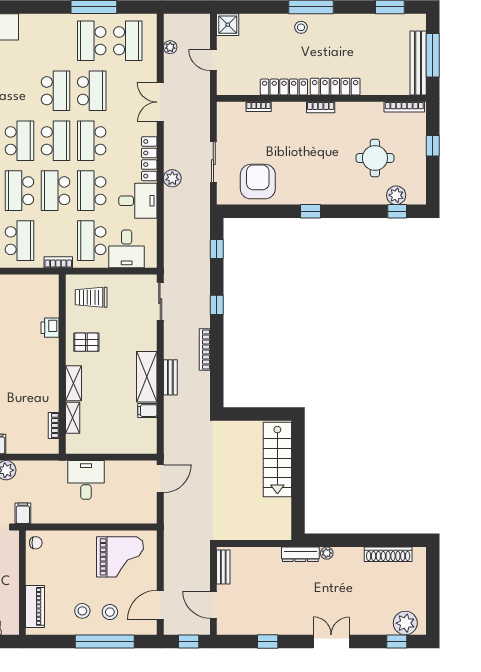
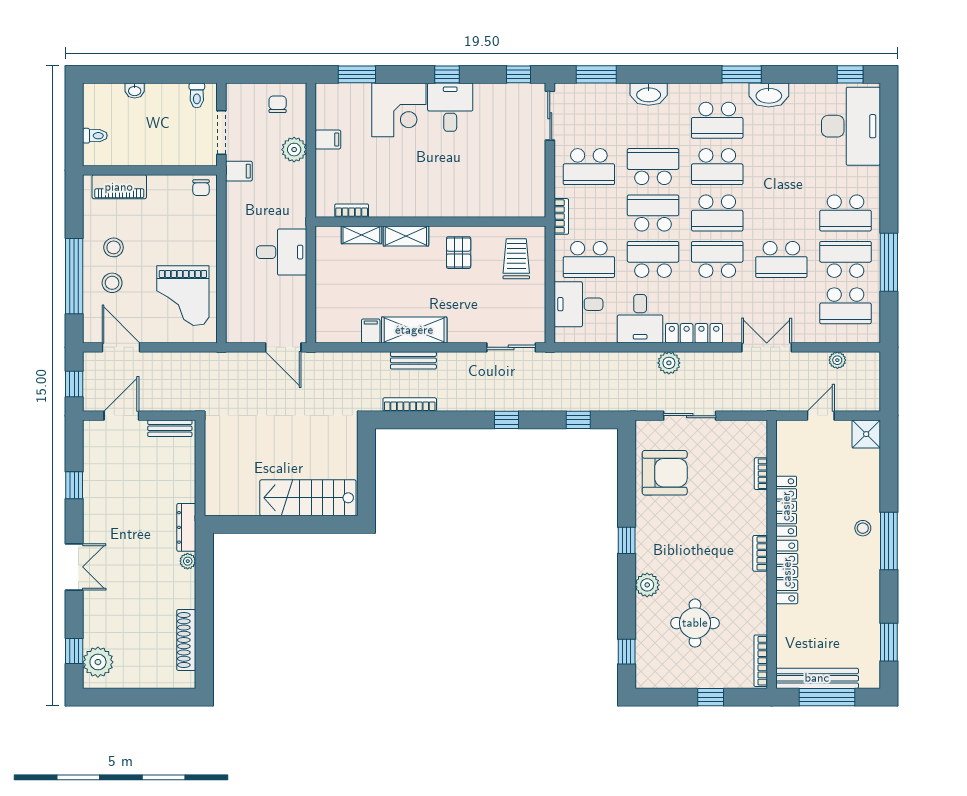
school desk: (56, 91) -> (846, 213), moved
plant: (396, 195) -> (647, 585), moved
school desk: (92, 241) -> (589, 259), turned 180
printer: (50, 328) -> (477, 206), removed
bookcase: (205, 349) -> (410, 405), moved

